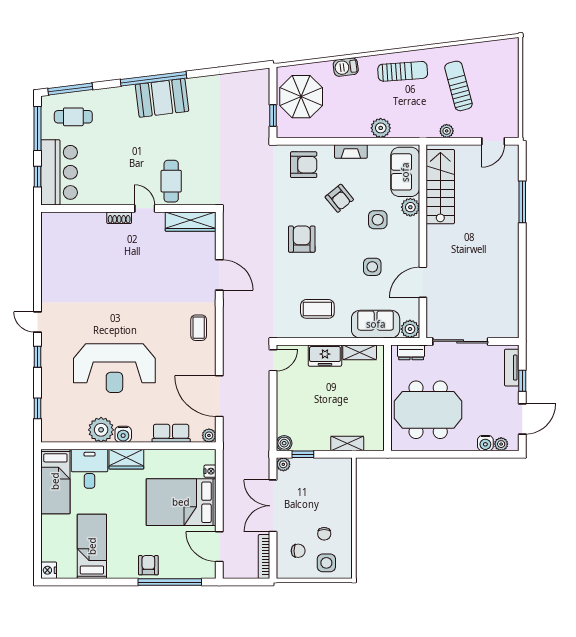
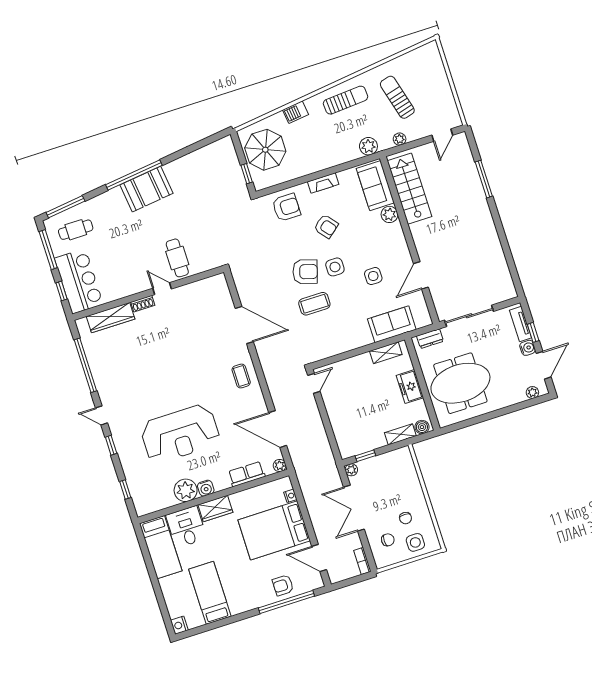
plant: (381, 128) -> (368, 146), moved
side table: (378, 220) -> (335, 267), moved
wardrobe: (191, 222) -> (111, 318), moved
armchair: (302, 239) -> (305, 272), turned 107
window: (38, 263) -> (85, 365), added
door: (219, 275) -> (244, 325), width x1.36
coffee table: (317, 309) -> (314, 304), moved
plant: (410, 329) -> (423, 319), removed
freezer: (325, 356) -> (410, 387), moved, turned 90
boiler: (284, 443) -> (422, 427), moved
water cooler: (485, 443) -> (528, 348), moved, turned -90
bookcase: (264, 557) -> (362, 561), width x0.64
armchair: (148, 565) -> (283, 585), moved, turned -90

